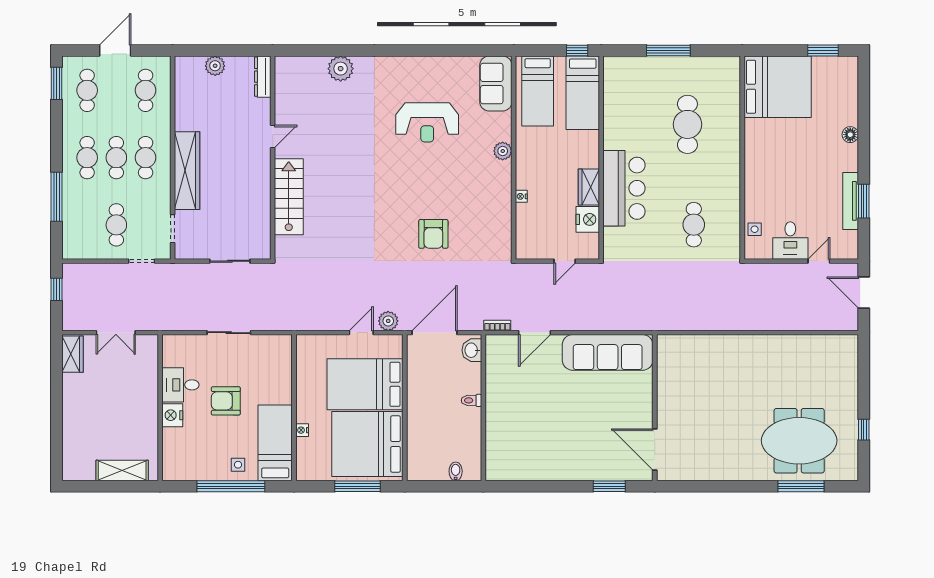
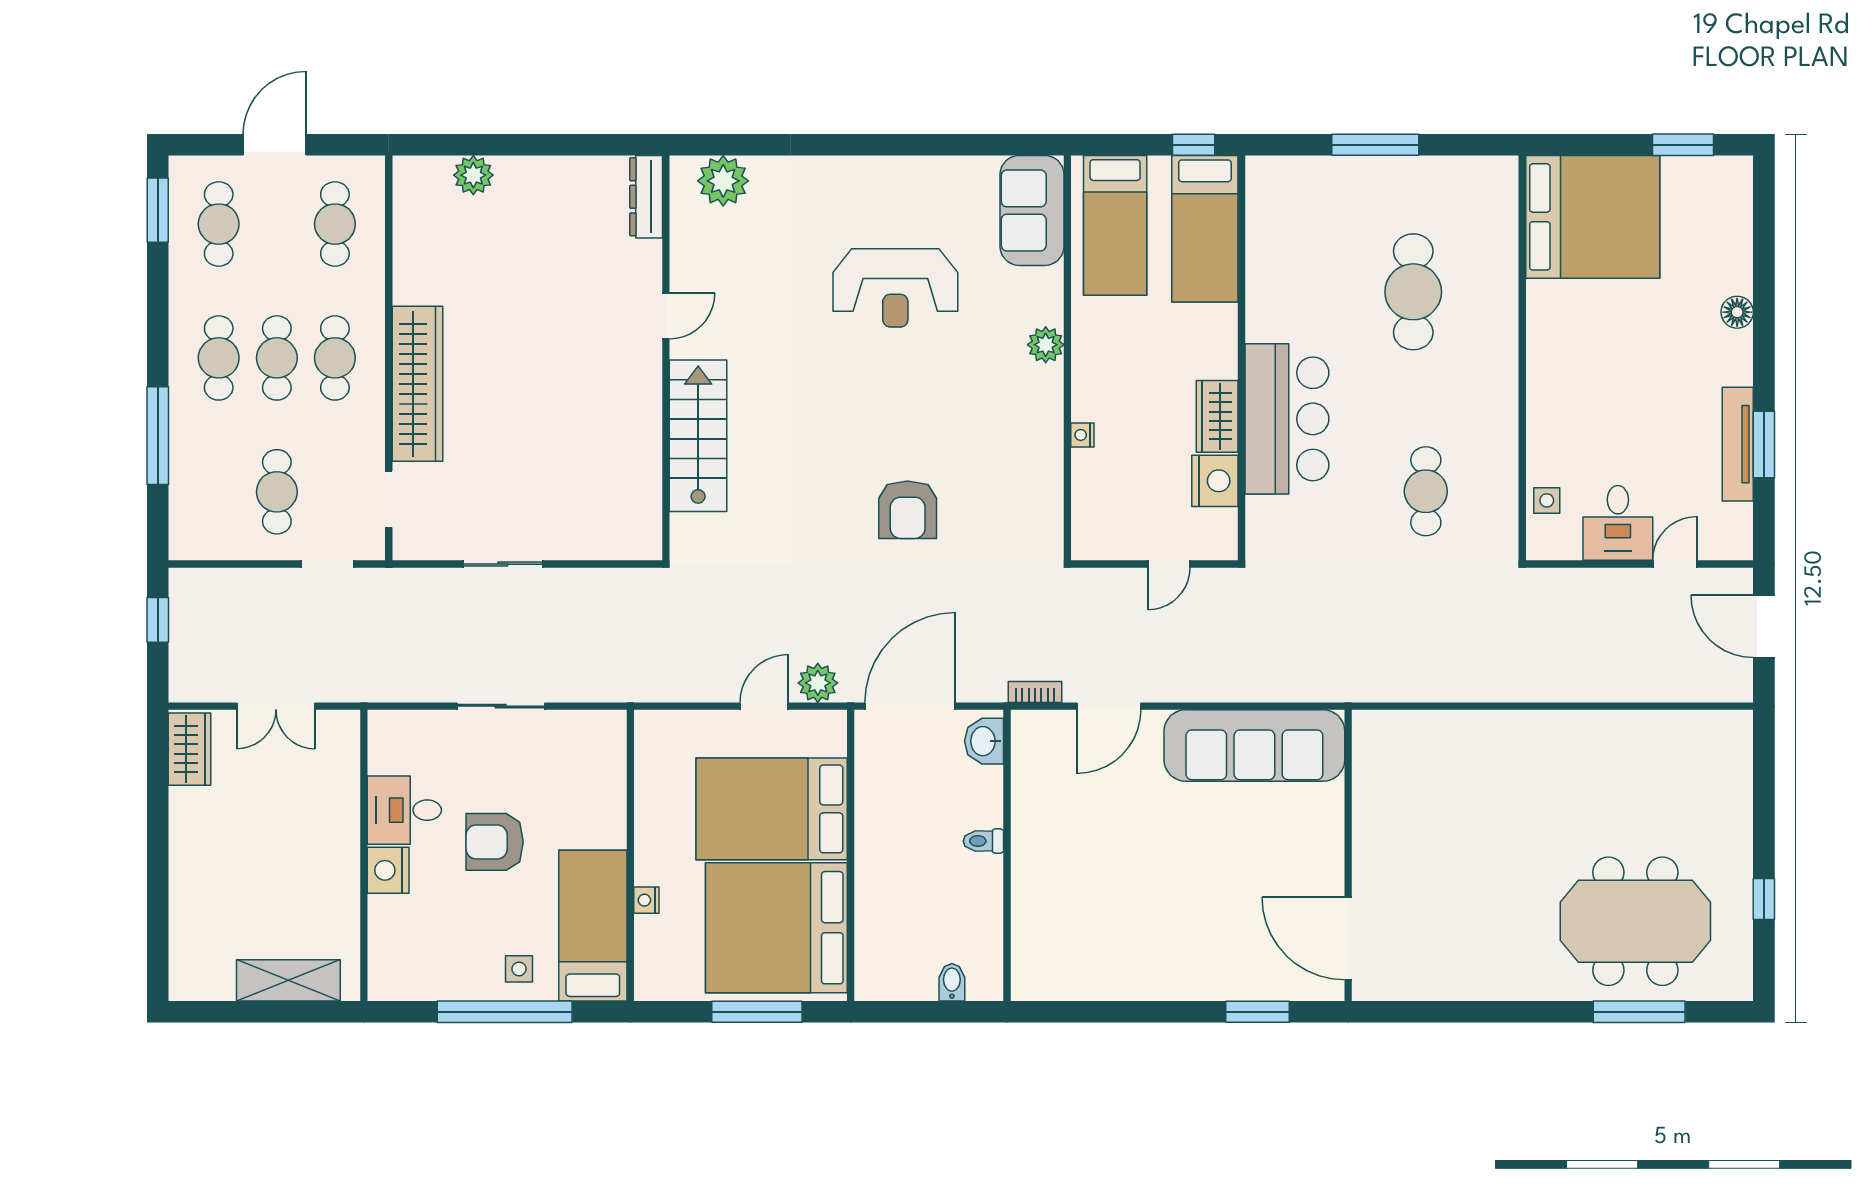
dresser: (263, 77) -> (646, 197), moved
door: (273, 137) -> (666, 316), moved
wall: (273, 158) -> (666, 358), moved
stairs: (289, 197) -> (698, 436), moved

